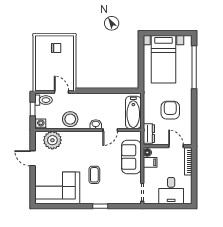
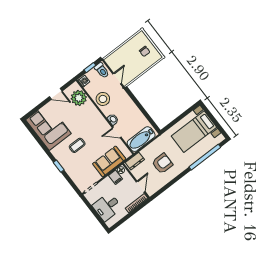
door: (33, 158) -> (56, 94), swing flipped

